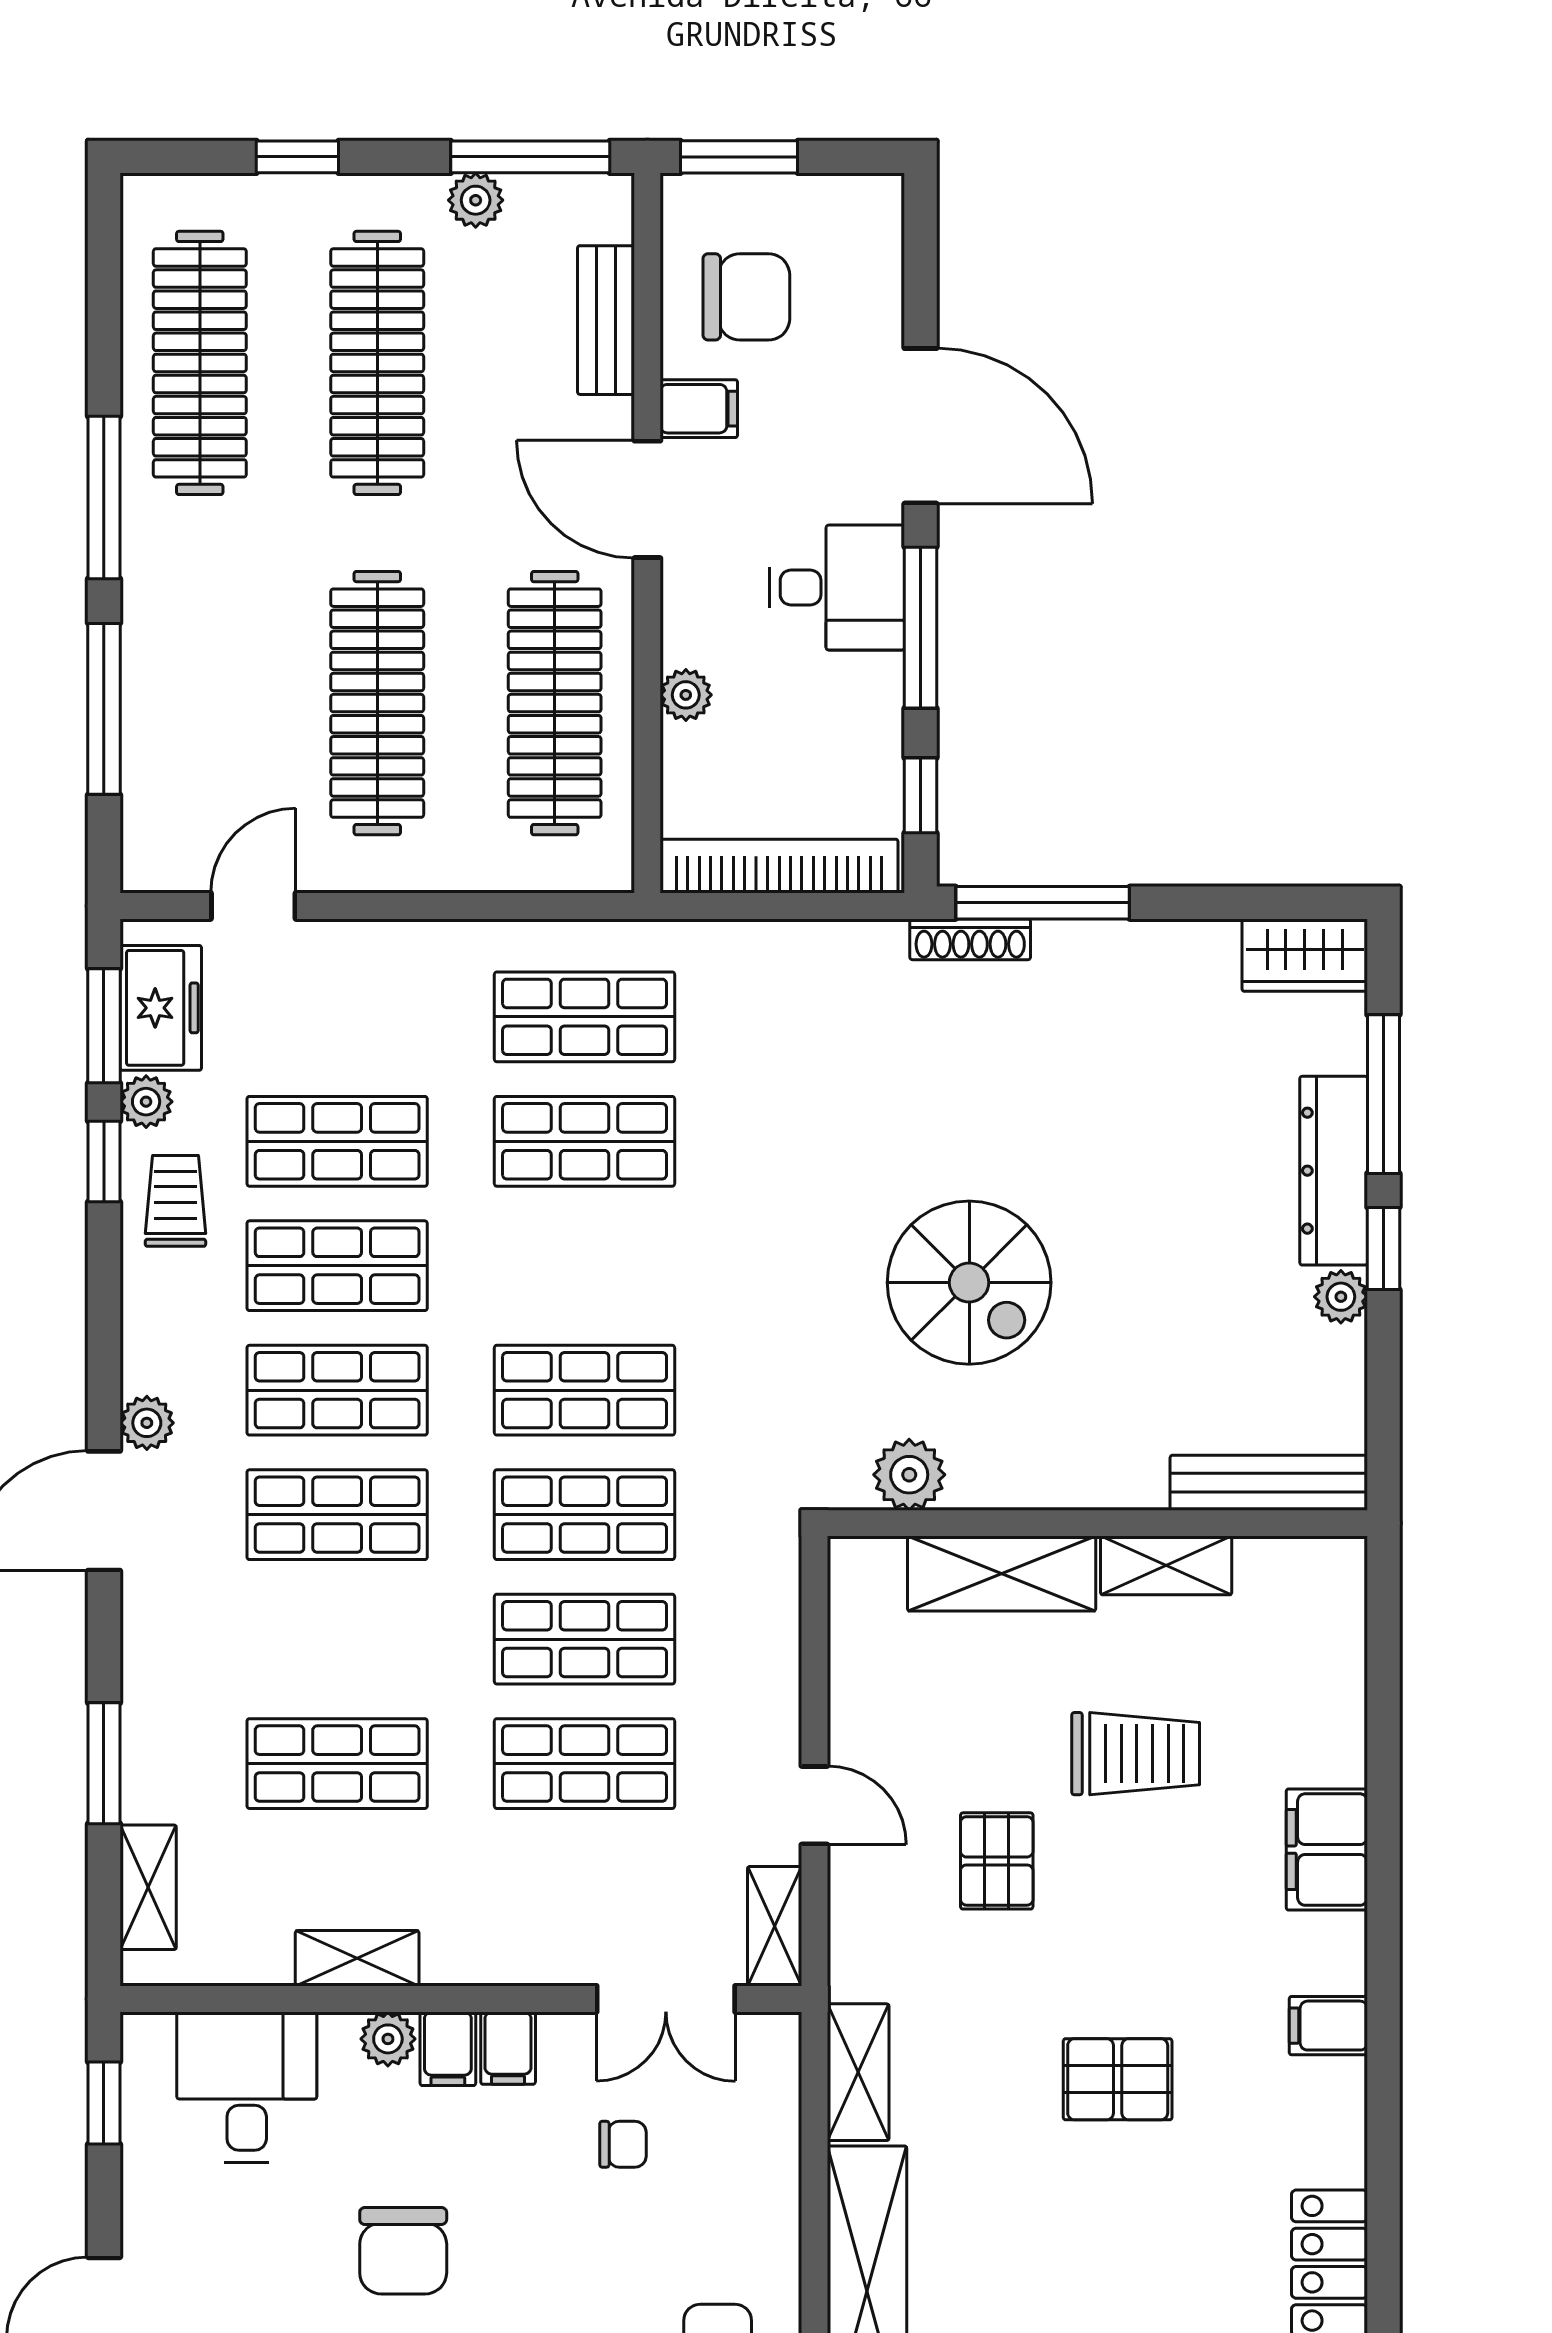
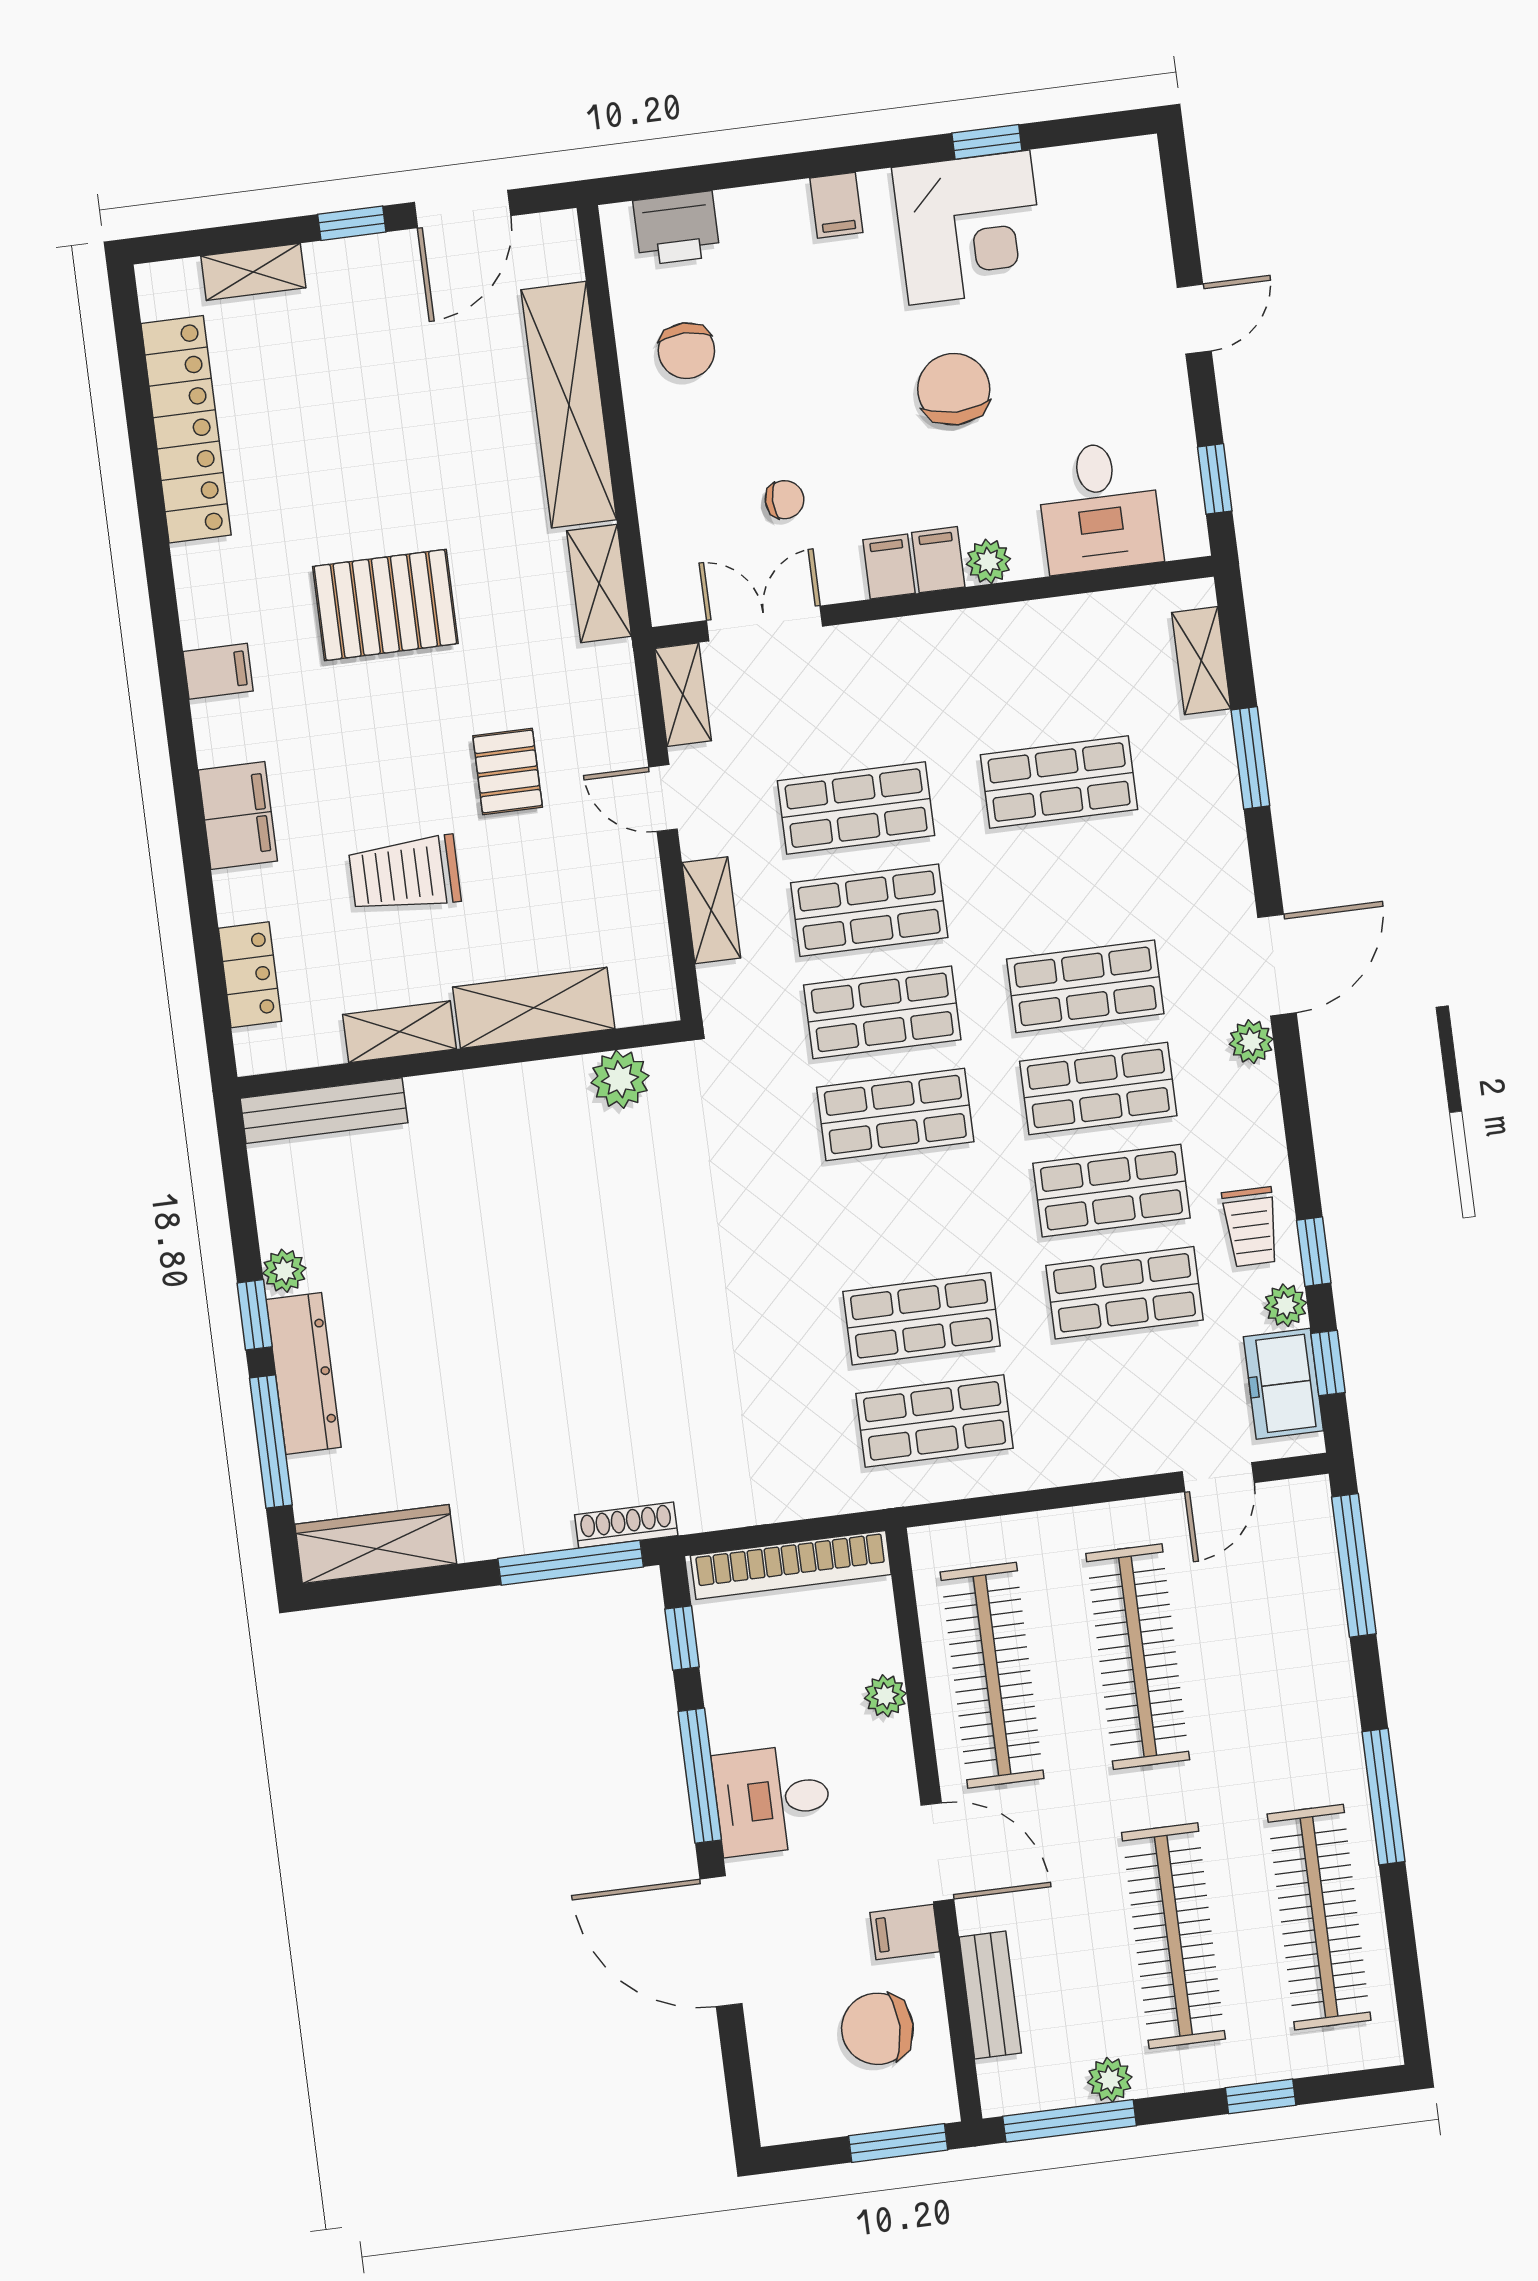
window: (104, 709) -> (1354, 1565), moved
wardrobe: (1305, 955) -> (376, 1544), width x1.50
window: (104, 1026) -> (1328, 1363), width x0.67
spiral stairs: (969, 1283) -> (591, 1243), removed
locker: (1337, 1657) -> (250, 975), added
shelving: (357, 1958) -> (711, 910), moved, turned 90
pallet: (1118, 2079) -> (385, 605), width x1.50, depth x1.42
chair: (623, 2144) -> (785, 500), turned 180

